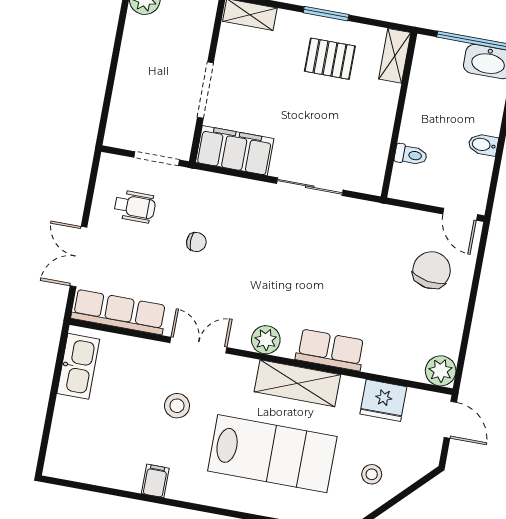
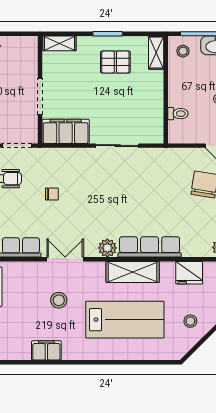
stool: (436, 61) -> (183, 51), added
row of seats: (330, 350) -> (150, 247), width x1.48
filing cabinet: (155, 481) -> (46, 350), width x2.00

